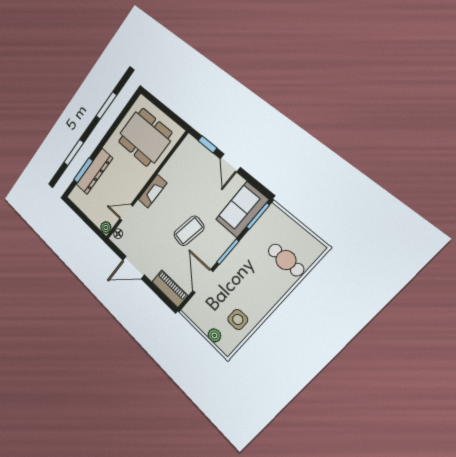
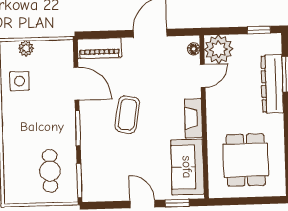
dining table: (145, 137) -> (246, 160), width x0.73
window: (77, 210) -> (259, 30), added
sofa: (242, 210) -> (187, 167), moved, turned 180
plant: (106, 227) -> (219, 49), width x1.88, depth x1.88
cafe table: (286, 260) -> (50, 171), moved, turned 90

